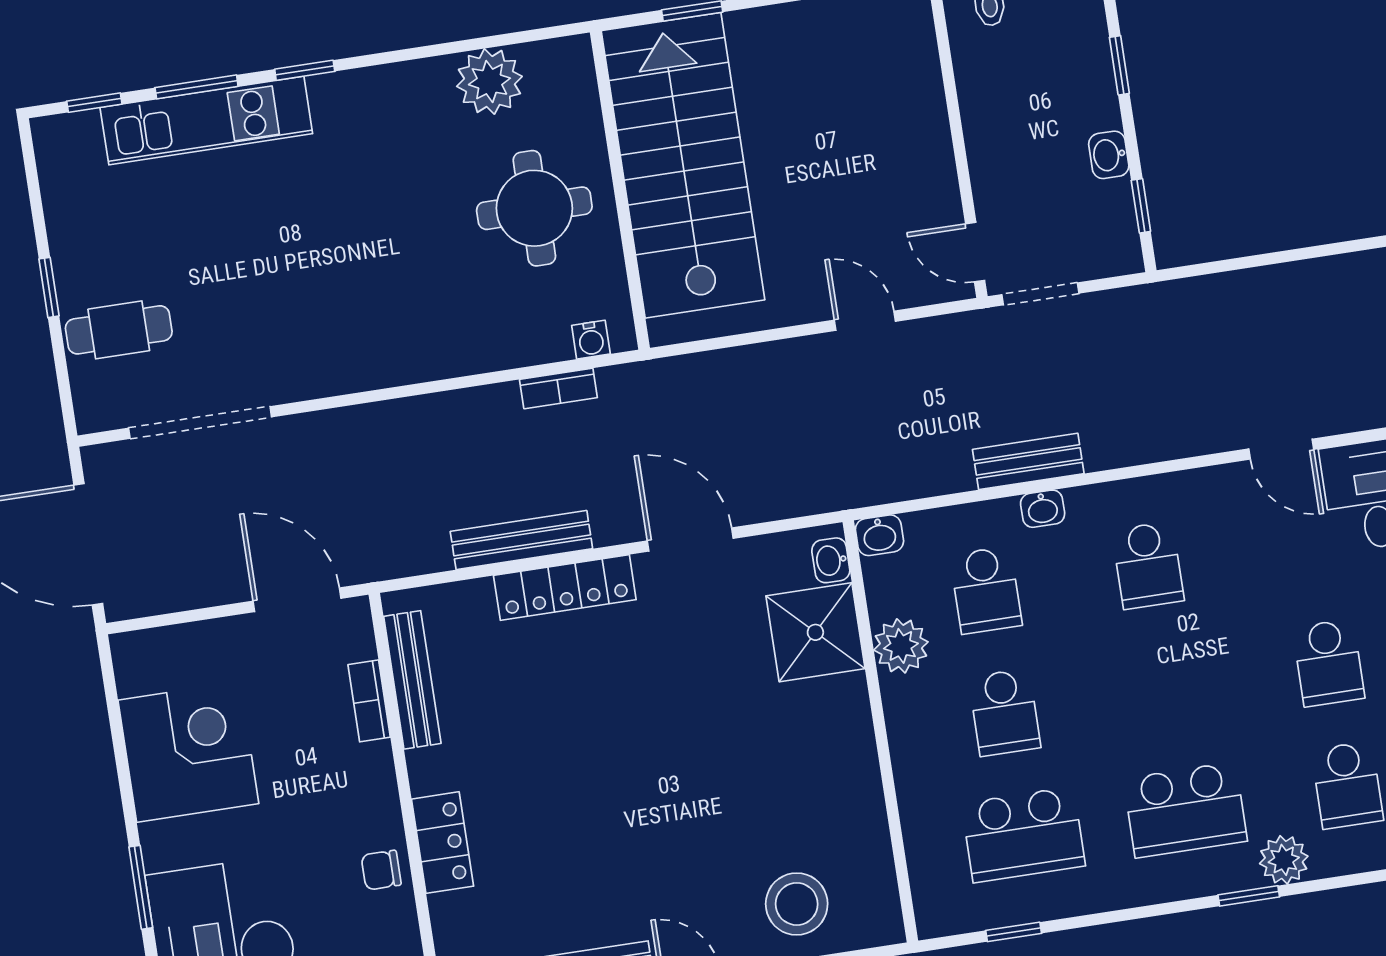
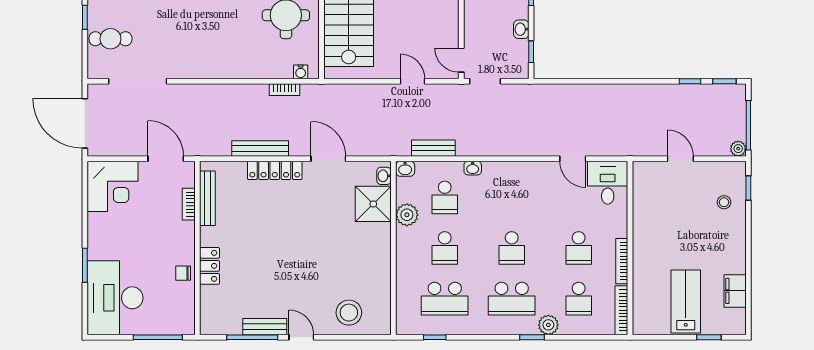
bench: (1028, 461) -> (433, 148), moved
school desk: (1148, 565) -> (512, 248), moved
corner desk: (188, 752) -> (113, 186), moved, turned 90

